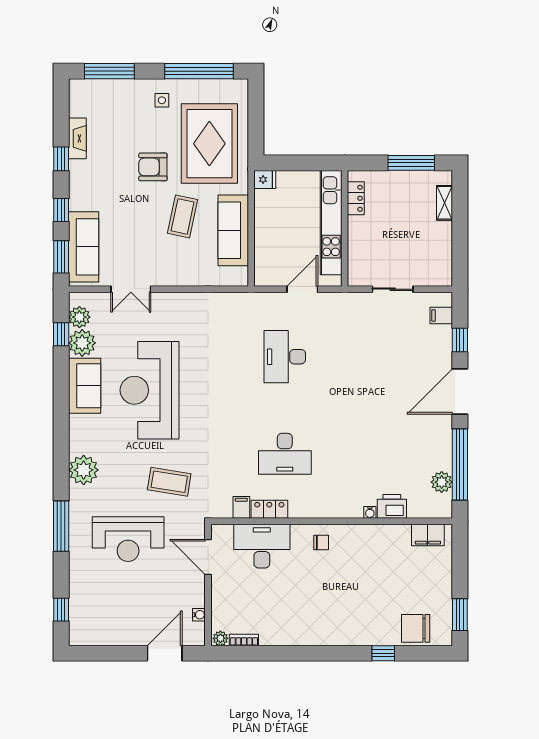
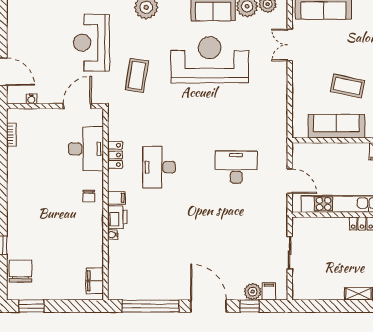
plant: (442, 482) -> (253, 292), moved
printer: (392, 506) -> (117, 217), moved
filing cabinet: (241, 507) -> (117, 198), moved
plant: (220, 638) -> (13, 116), removed

